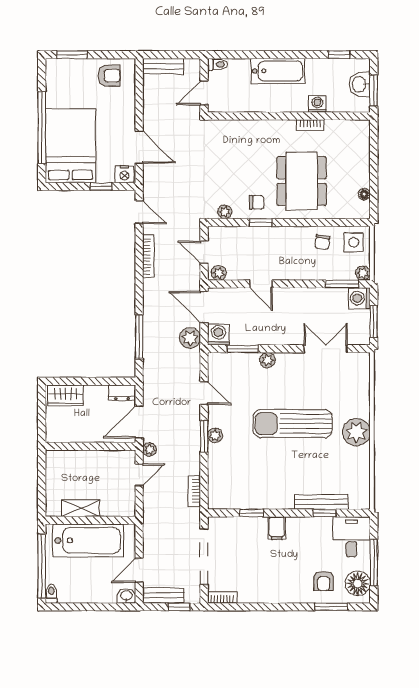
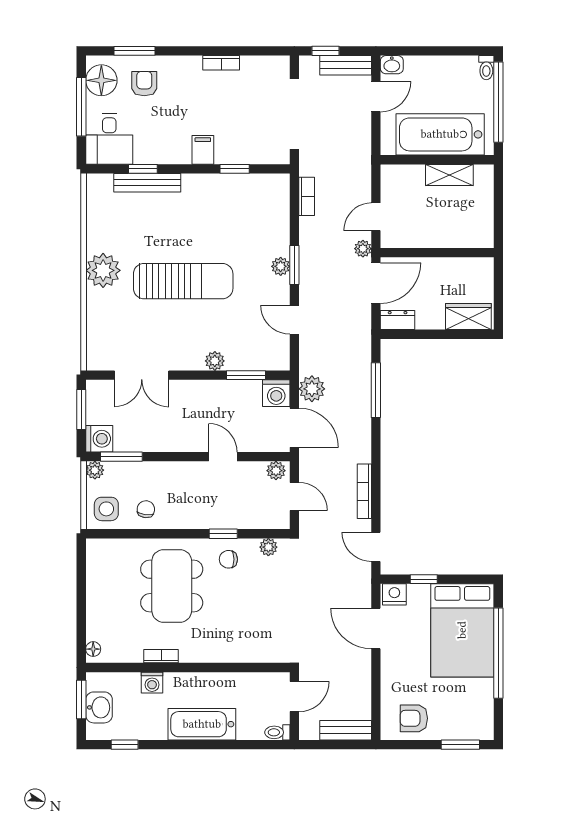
floor lamp: (364, 194) -> (93, 649), moved
bookcase: (222, 597) -> (221, 63), moved

